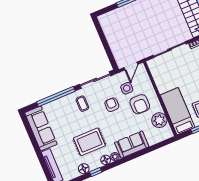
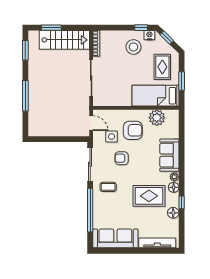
rug: (89, 142) -> (149, 196), turned 90

